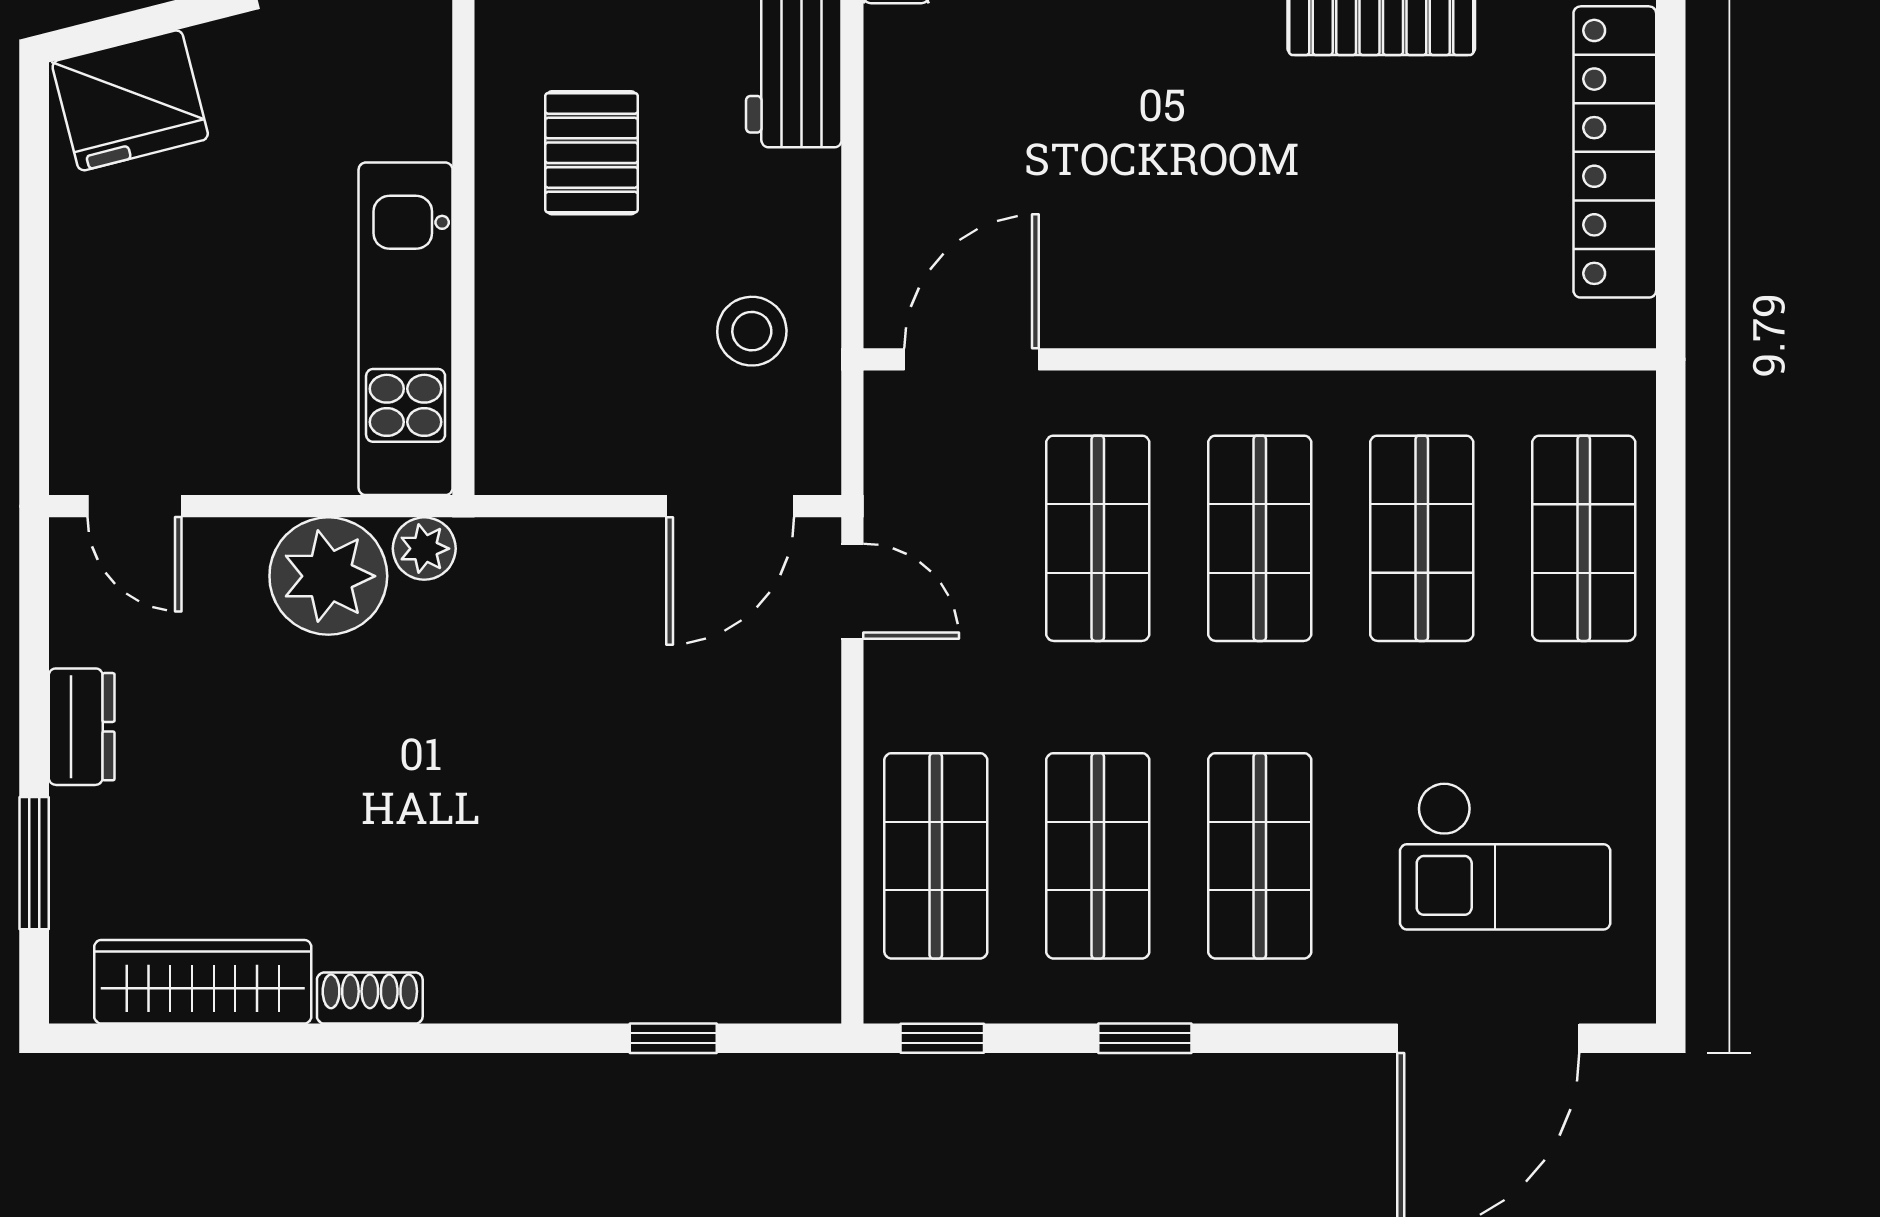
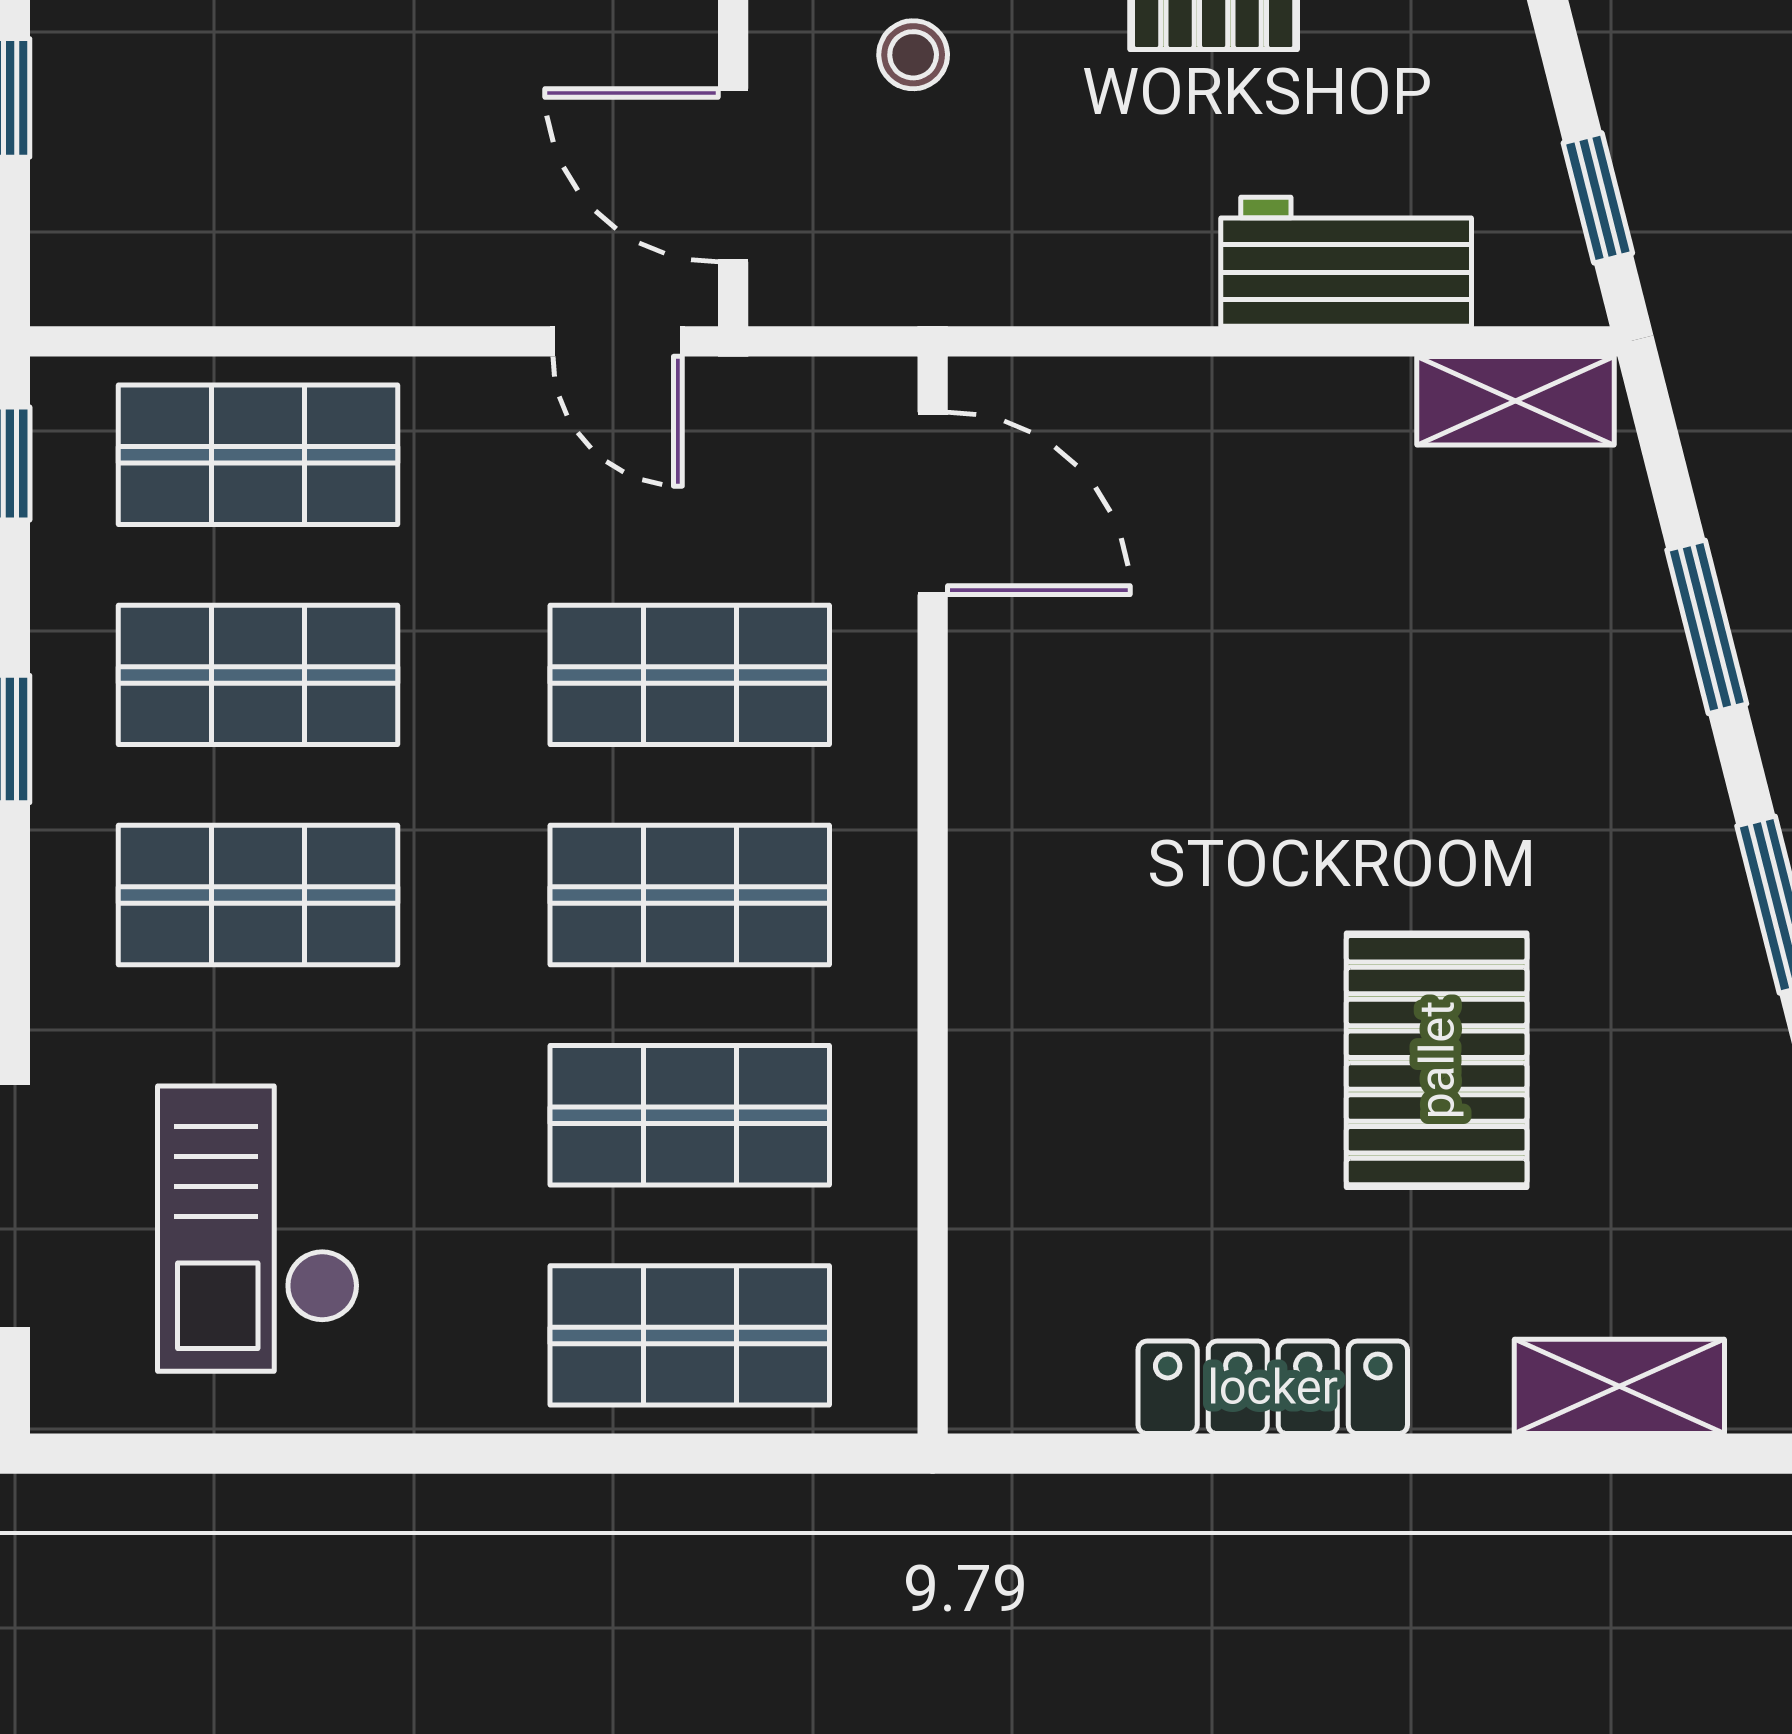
locker: (1615, 152) -> (1273, 1387), width x0.71, depth x0.83
stool: (752, 331) -> (913, 55), moved, width x0.73, depth x0.73
door: (852, 591) -> (618, 341), hinge flipped

